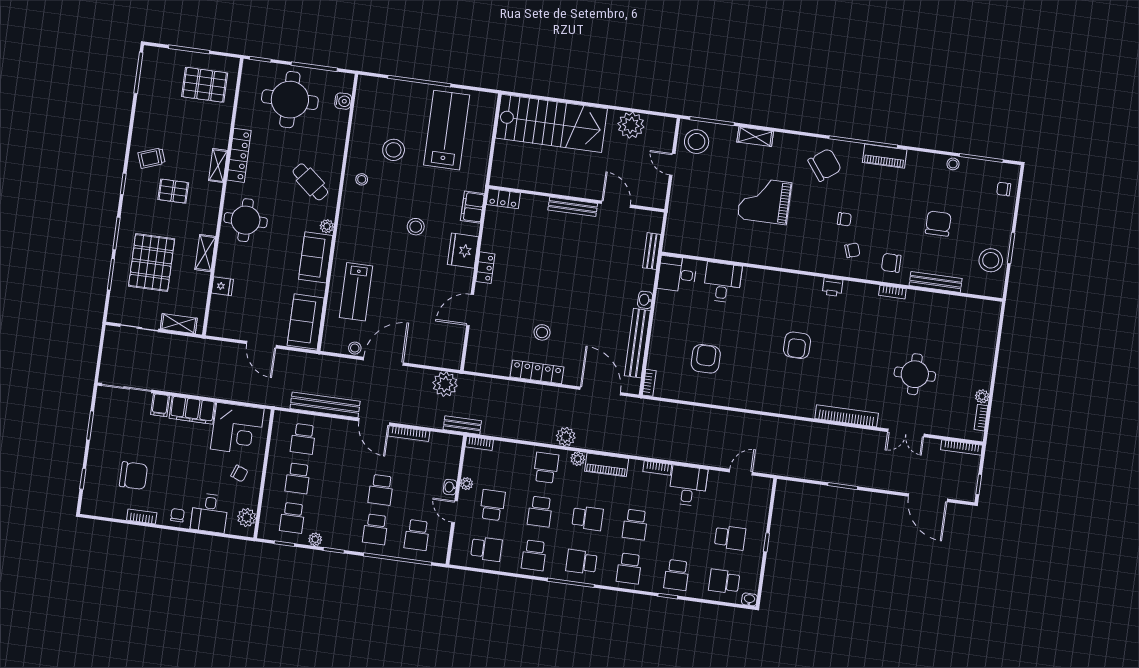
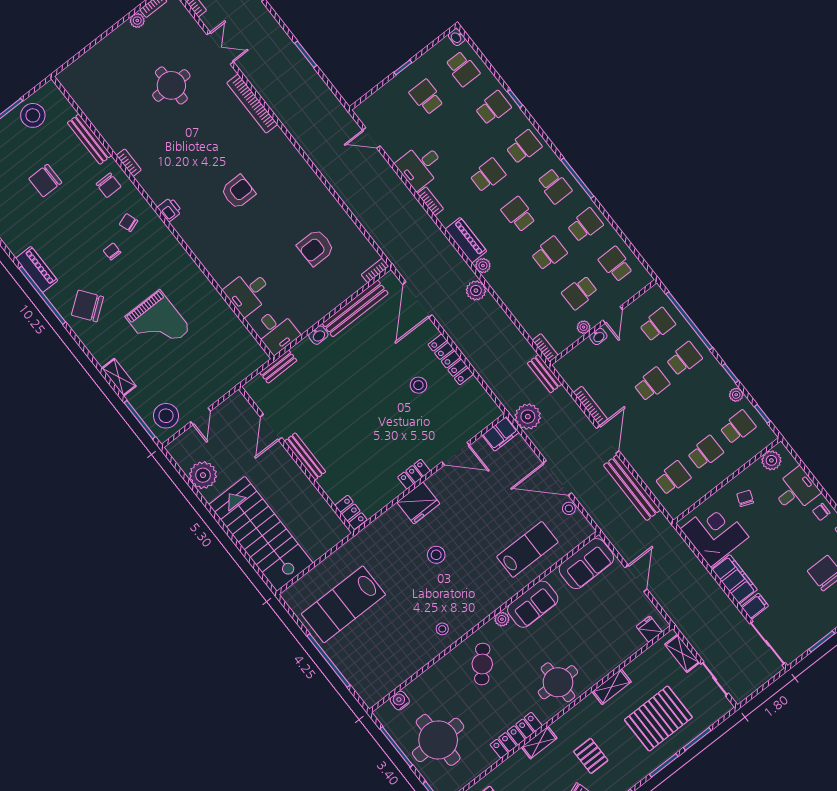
stool: (394, 150) -> (397, 628), removed
filing cabinet: (472, 207) -> (501, 434), moved
fridge: (222, 286) -> (649, 629), moved
school desk: (546, 468) -> (513, 282), removed

